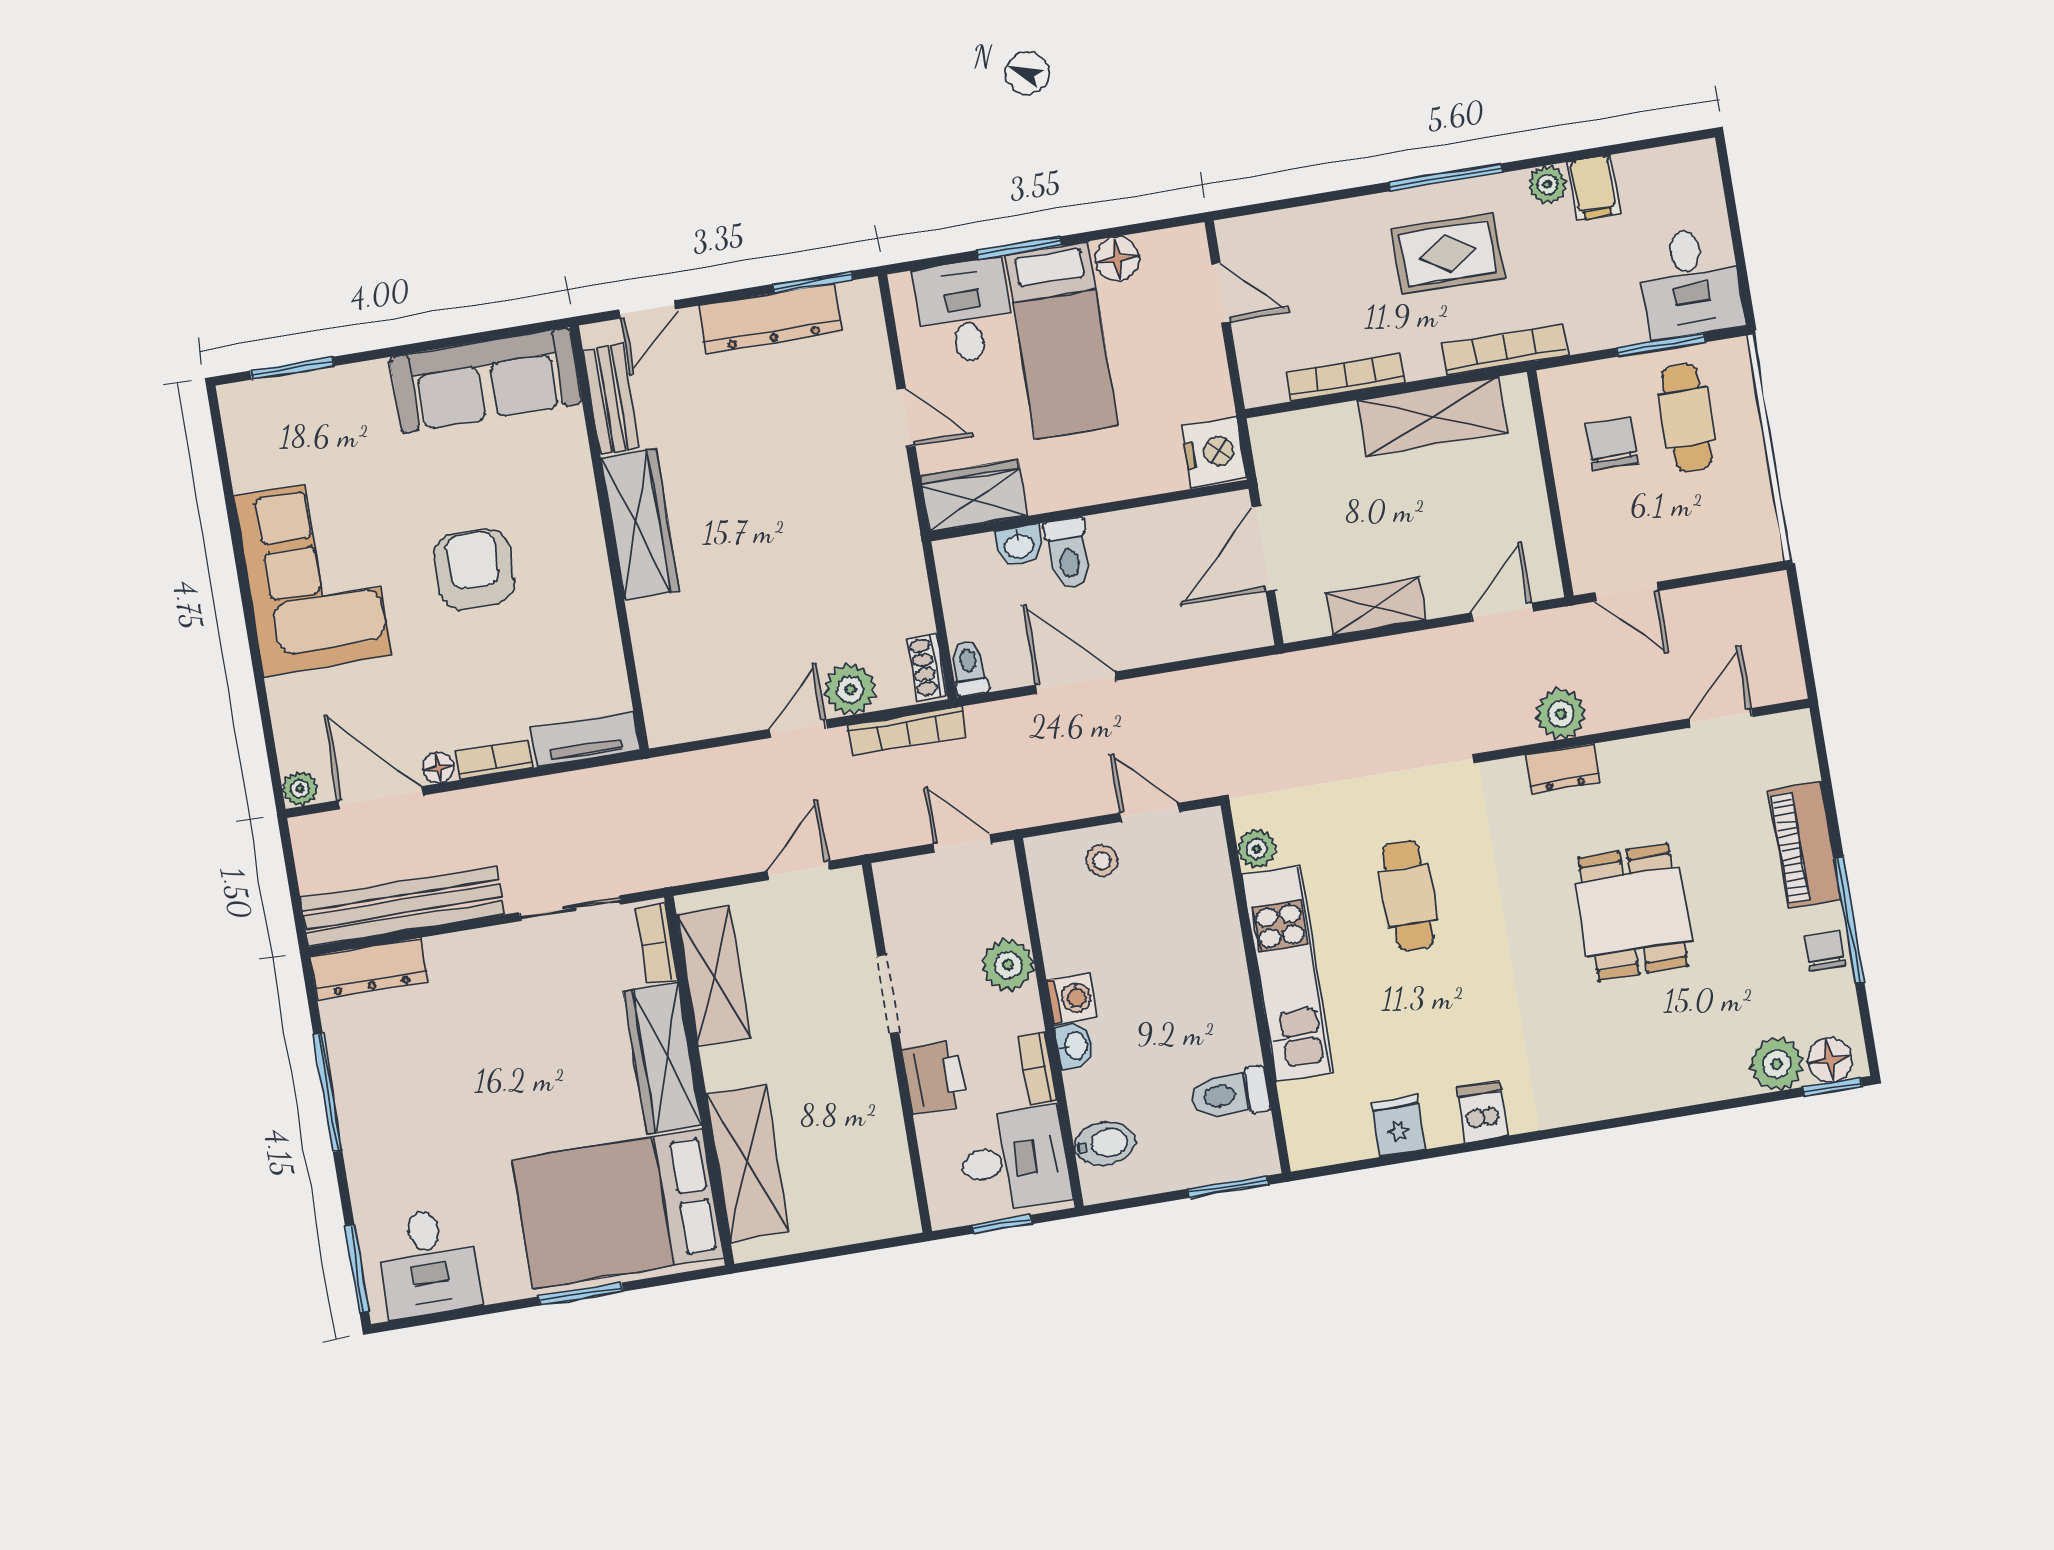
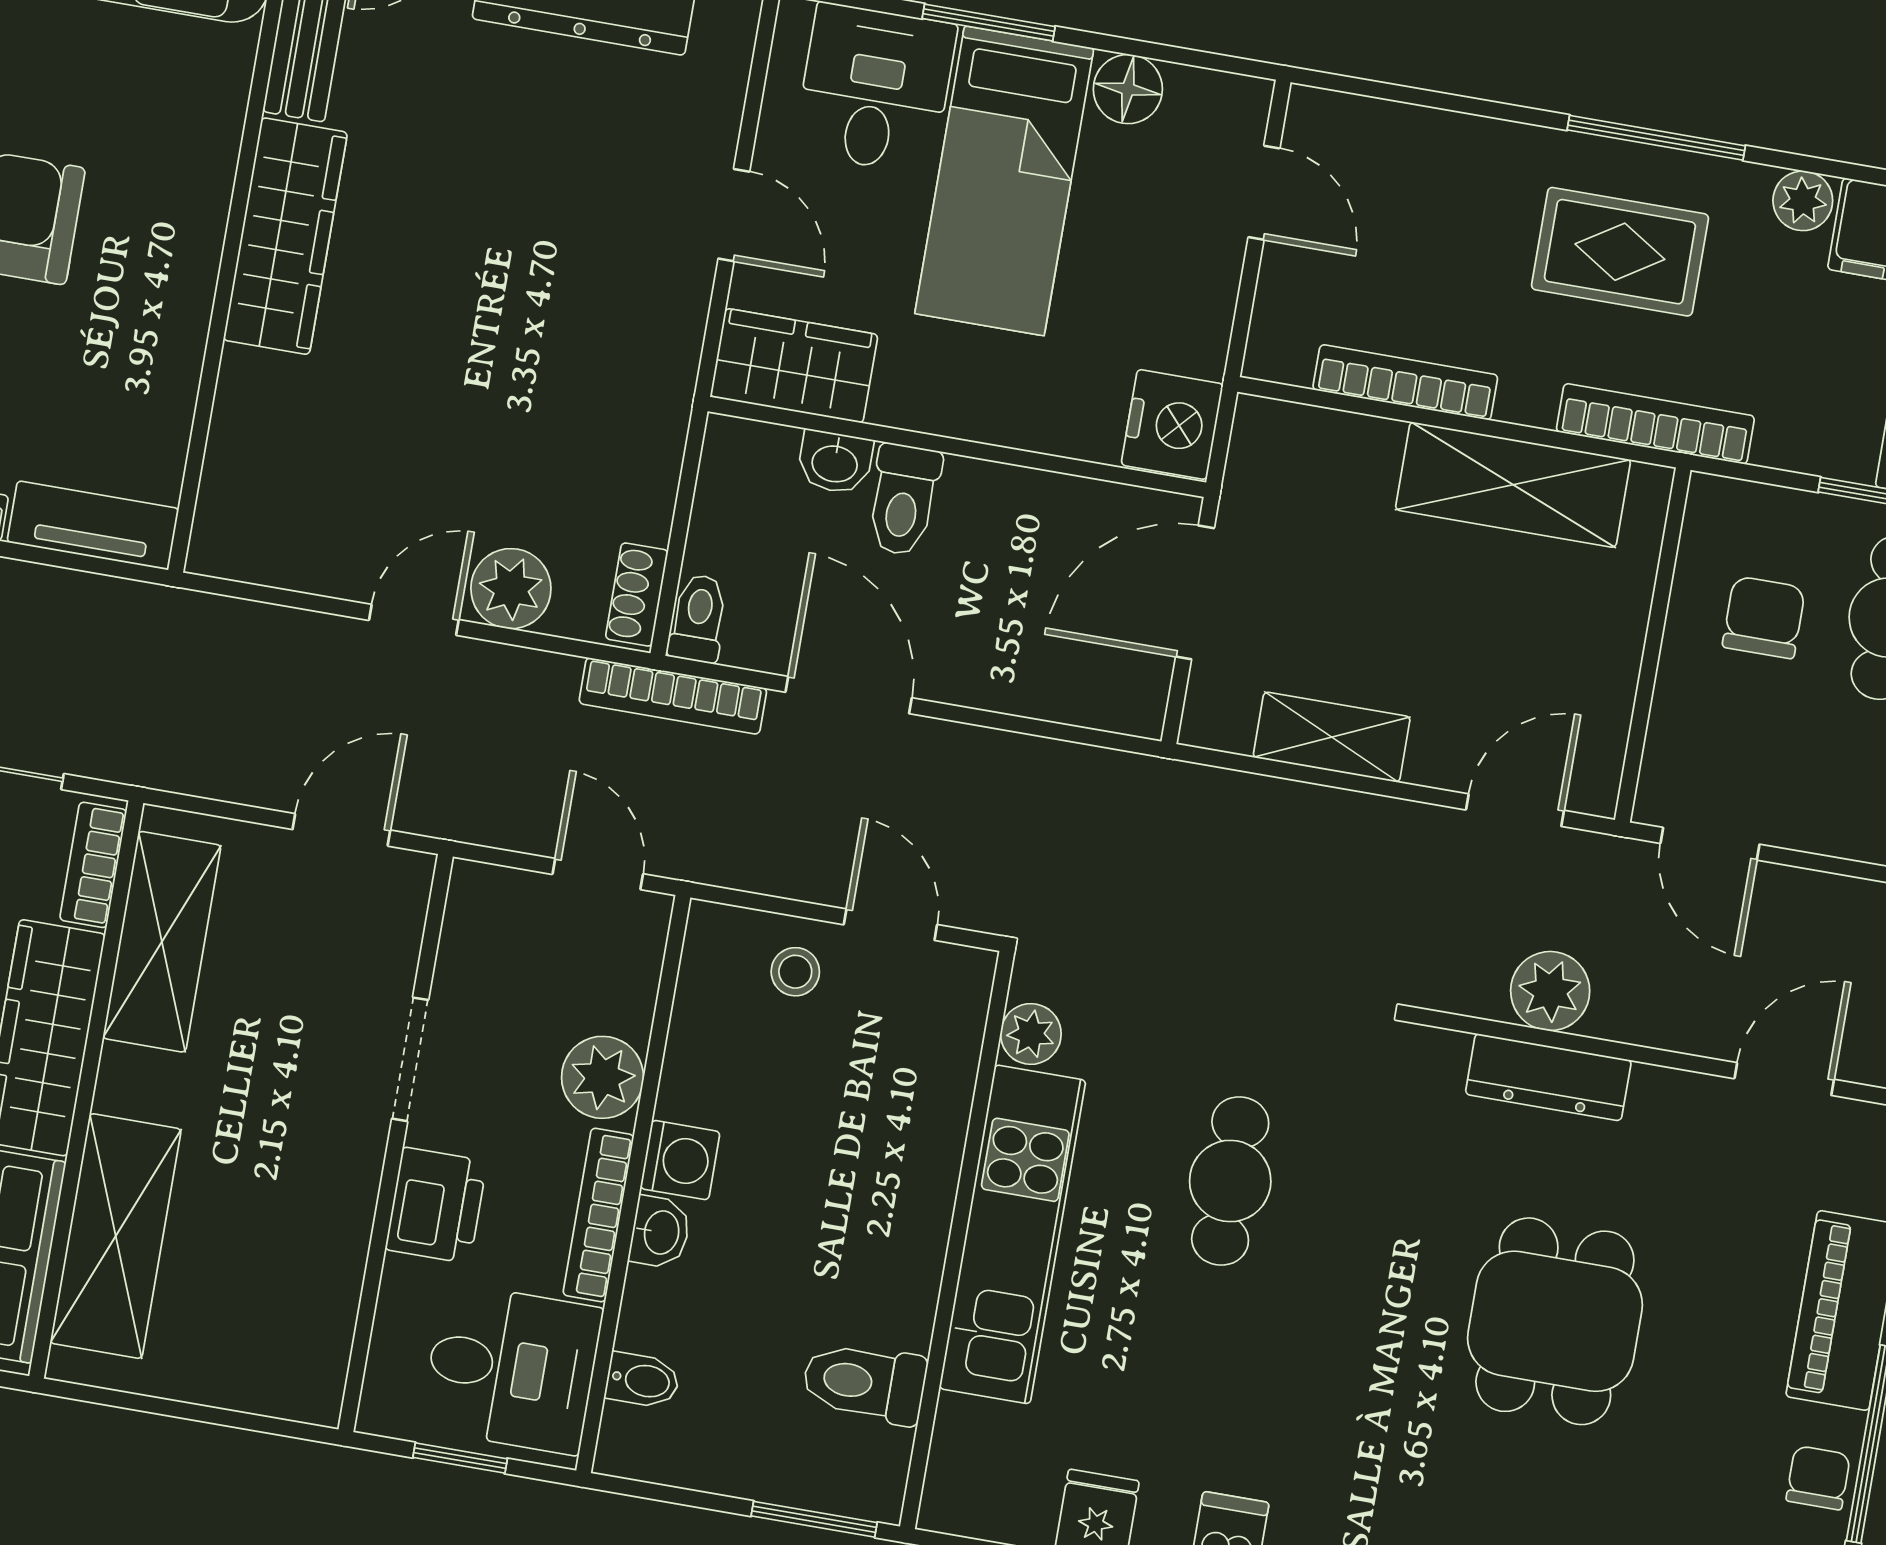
bookcase: (907, 731) -> (673, 696), moved
dresser: (1563, 769) -> (1548, 1077), width x1.44
bookcase: (1037, 1068) -> (598, 1215), width x1.56
bidet: (1105, 1144) -> (642, 1380), width x0.72, depth x0.74

